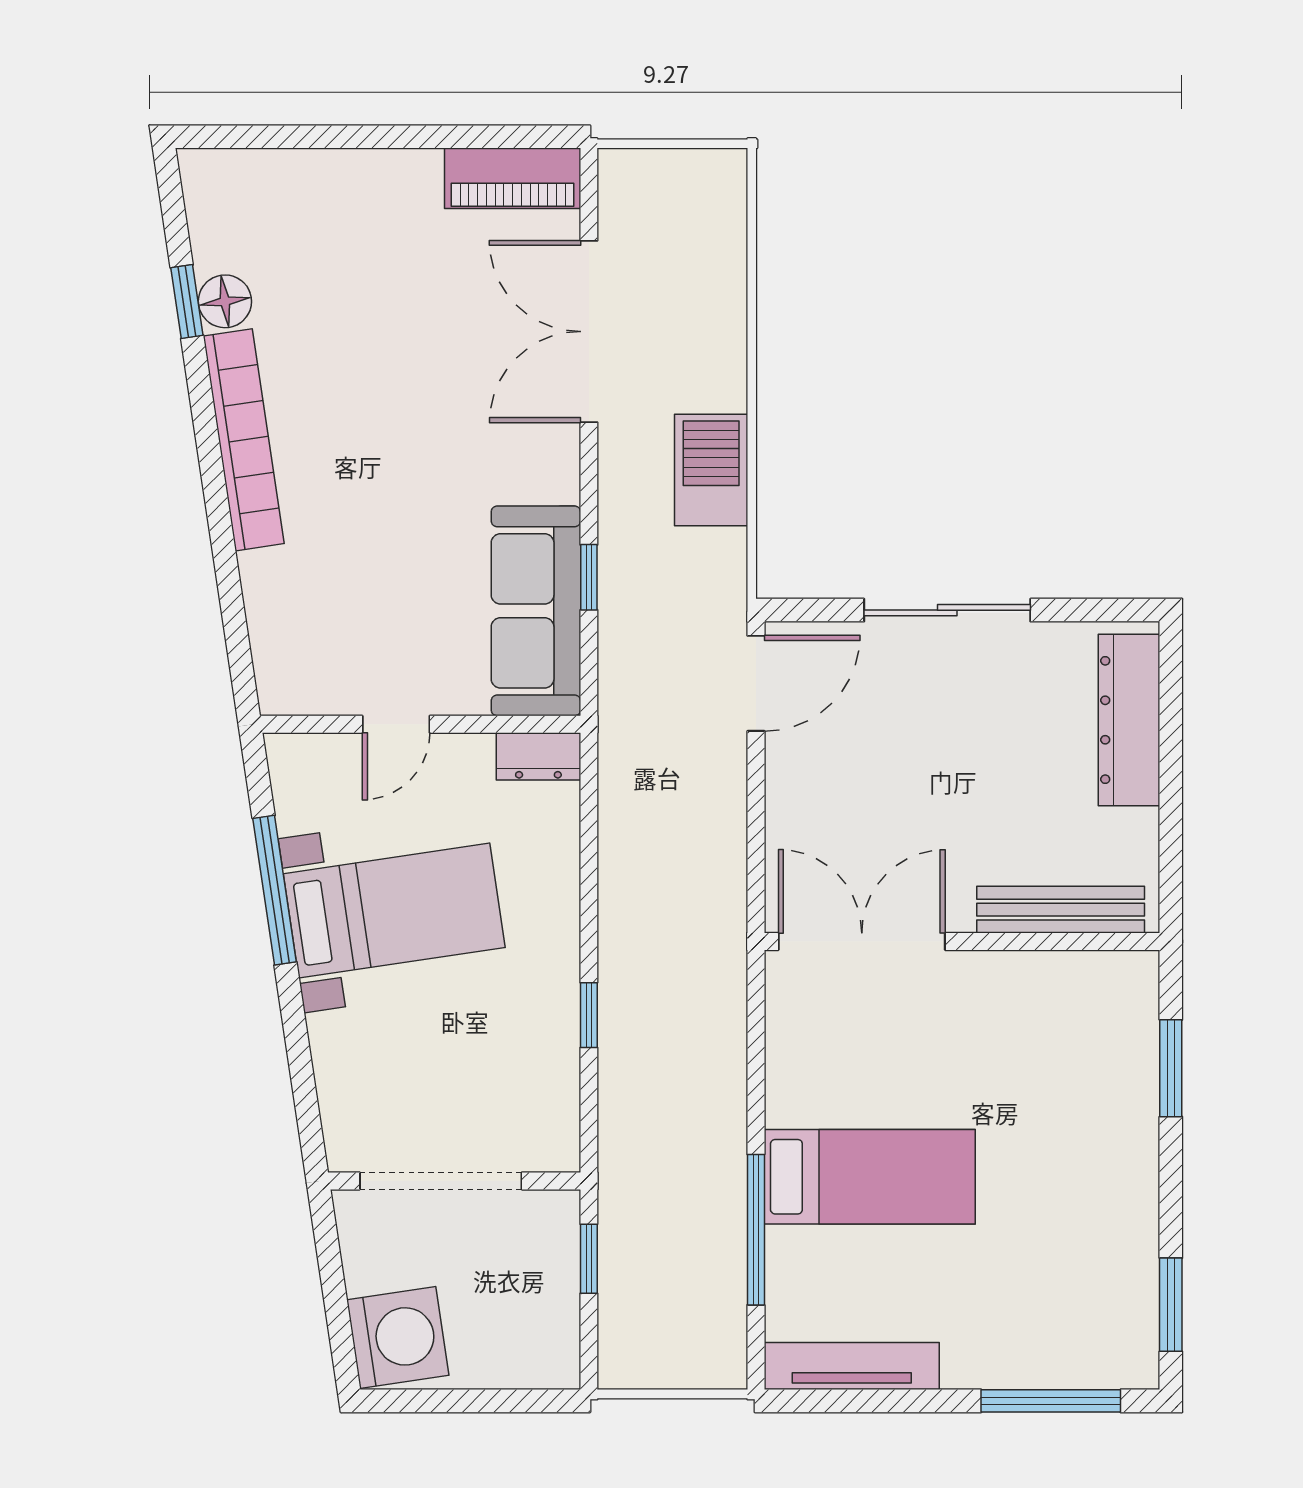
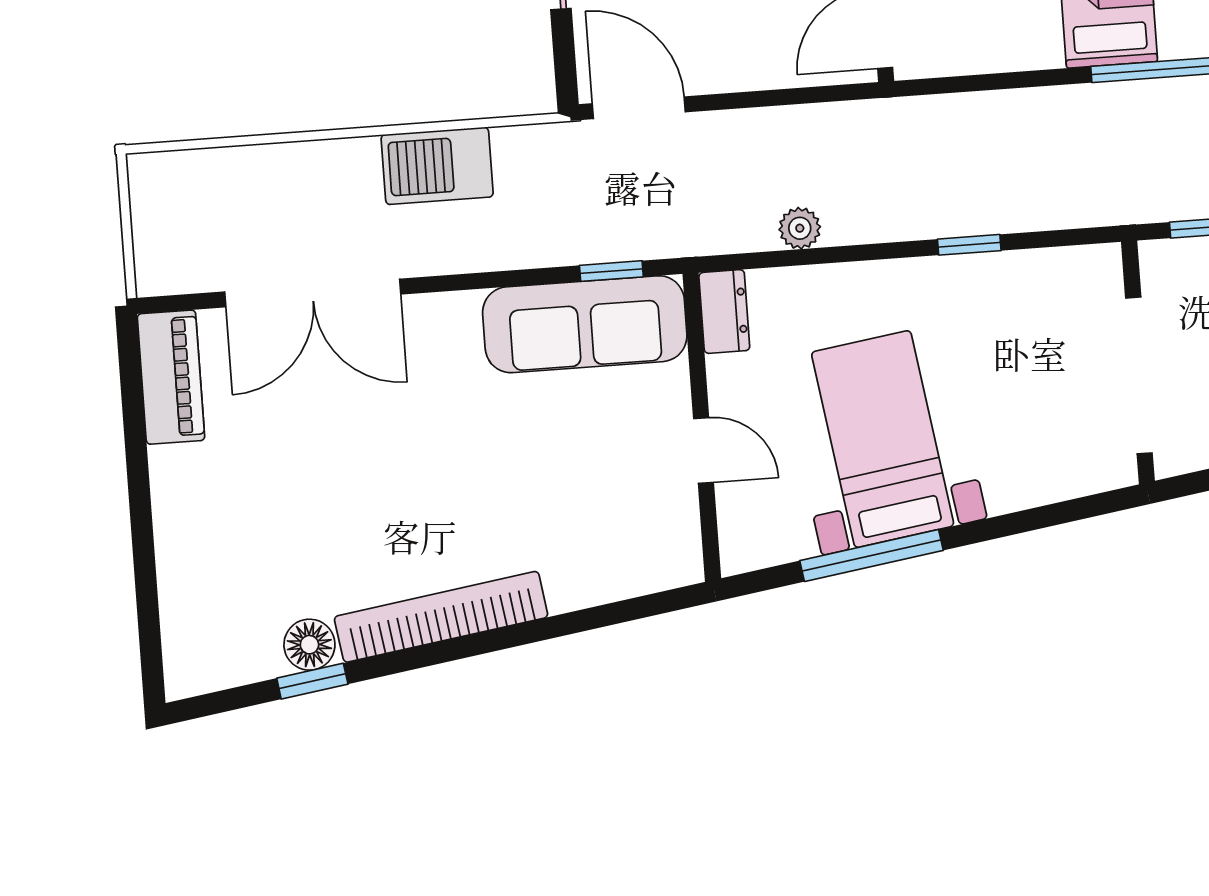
window: (589, 577) -> (611, 271), moved
plant: (619, 841) -> (800, 228), added

